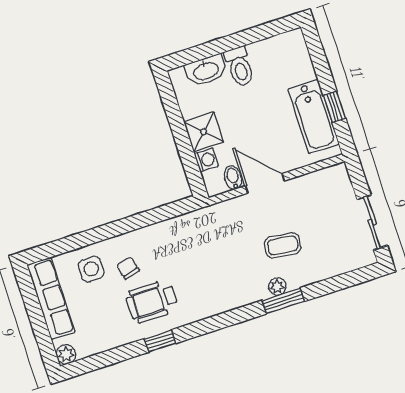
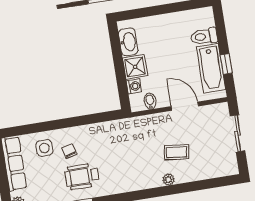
toilet: (239, 67) -> (204, 36), moved, turned 90
washbasin: (206, 70) -> (128, 42), moved, turned -90
door: (265, 183) -> (185, 106), moved
sliding door: (372, 222) -> (238, 133), moved
window: (283, 301) -> (171, 190), removed

